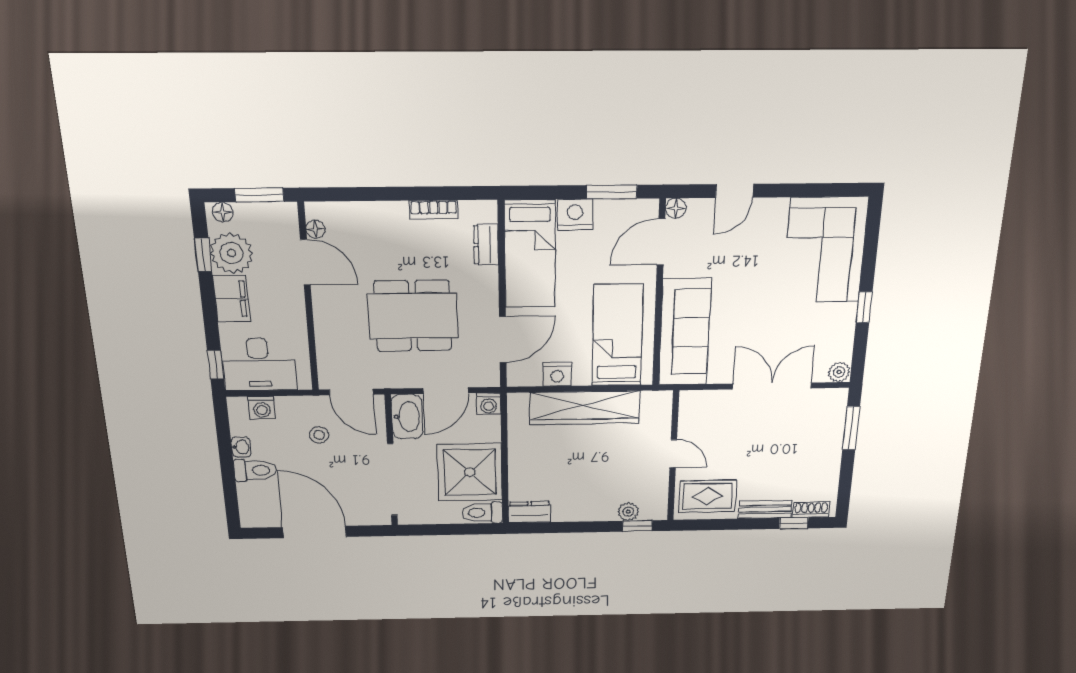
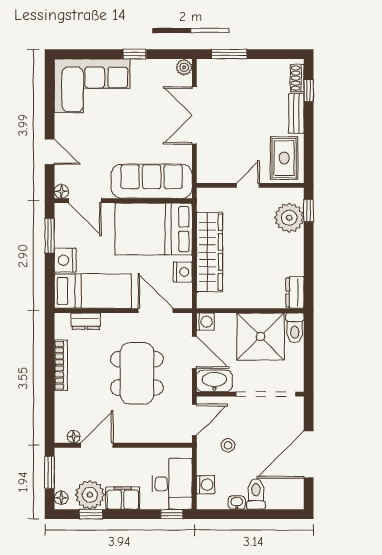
bookcase: (434, 210) -> (61, 365), width x1.56
bed: (617, 335) -> (153, 229), width x1.50
plant: (628, 512) -> (289, 218), width x1.87, depth x1.87

